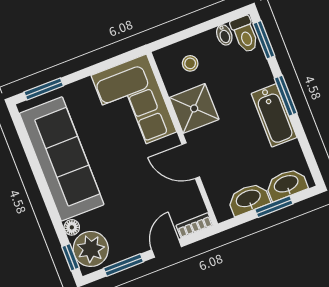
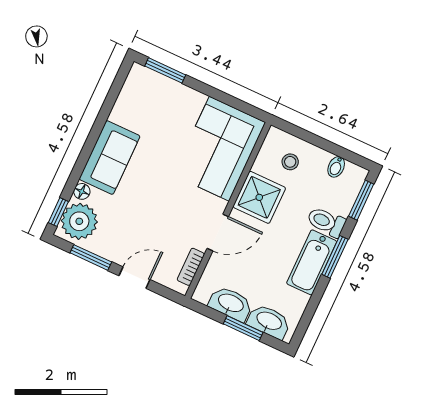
toilet: (245, 34) -> (326, 222), moved, turned 90
sofa: (62, 159) -> (110, 158), width x0.54, depth x0.79
door: (191, 161) -> (218, 232), swing flipped
bookcase: (195, 225) -> (191, 267), moved, turned -90

